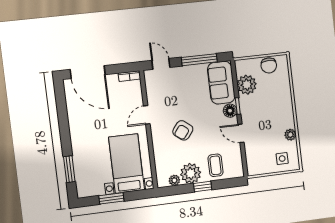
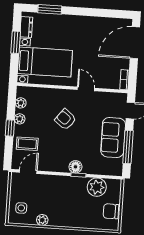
sofa: (221, 83) -> (113, 138), moved, turned -90
door: (241, 133) -> (28, 172), moved
plant: (191, 173) -> (20, 119), width x0.53, depth x0.53
dresser: (93, 190) -> (26, 27), added

